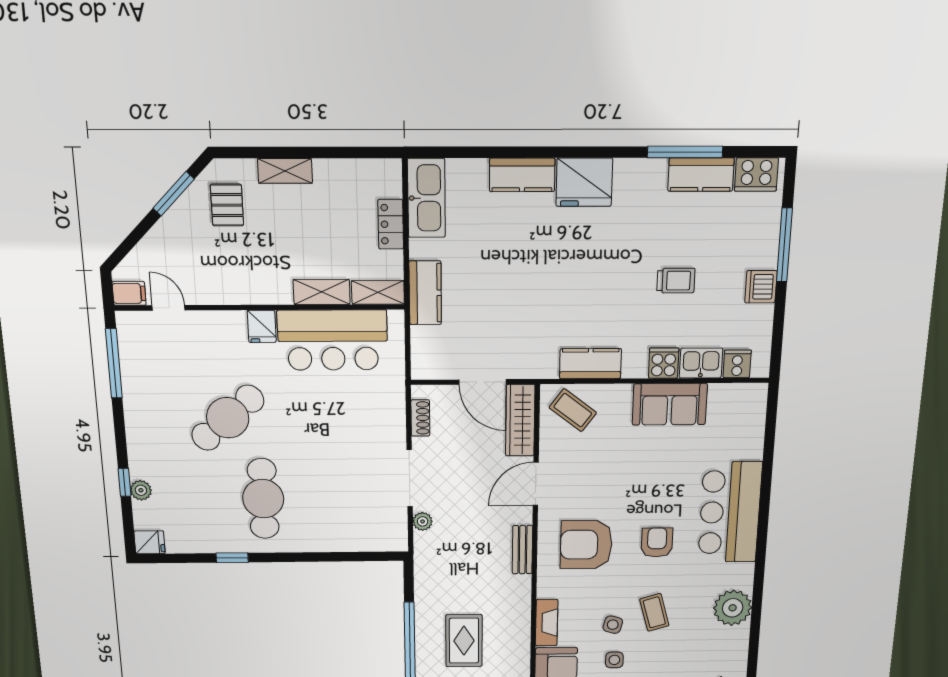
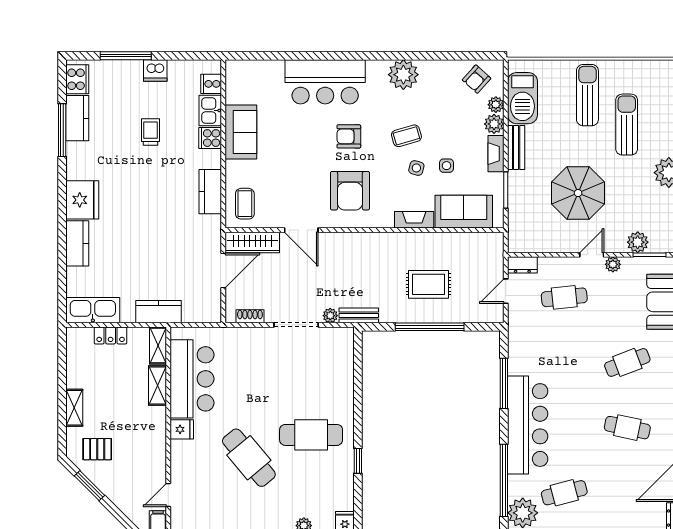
coffee table: (573, 410) -> (245, 204), turned -37
bench: (522, 550) -> (359, 315), moved

